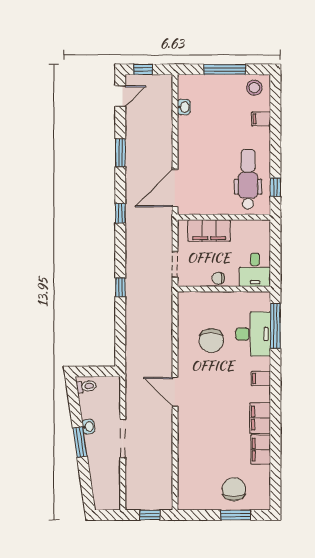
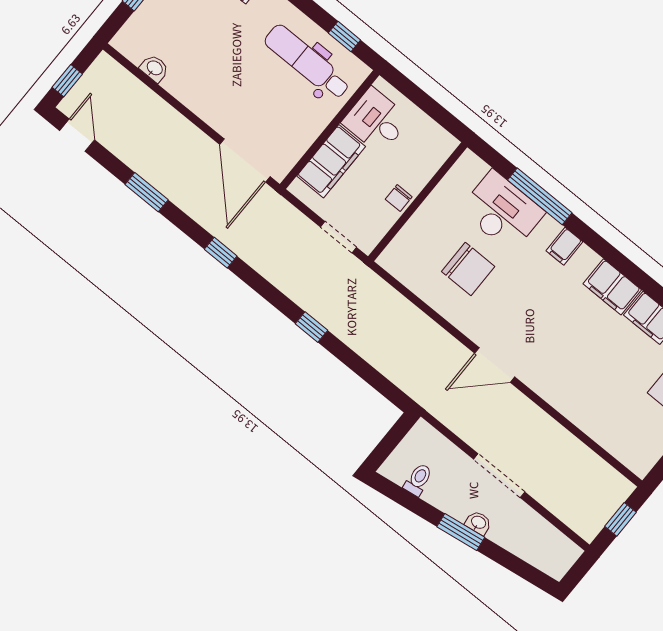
desk: (255, 270) -> (376, 121), moved, turned 180
window: (275, 326) -> (540, 196), moved
toilet: (86, 386) -> (418, 480), moved
washbasin: (88, 427) -> (478, 523), moved

